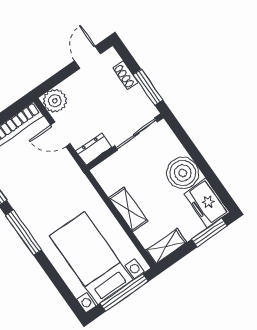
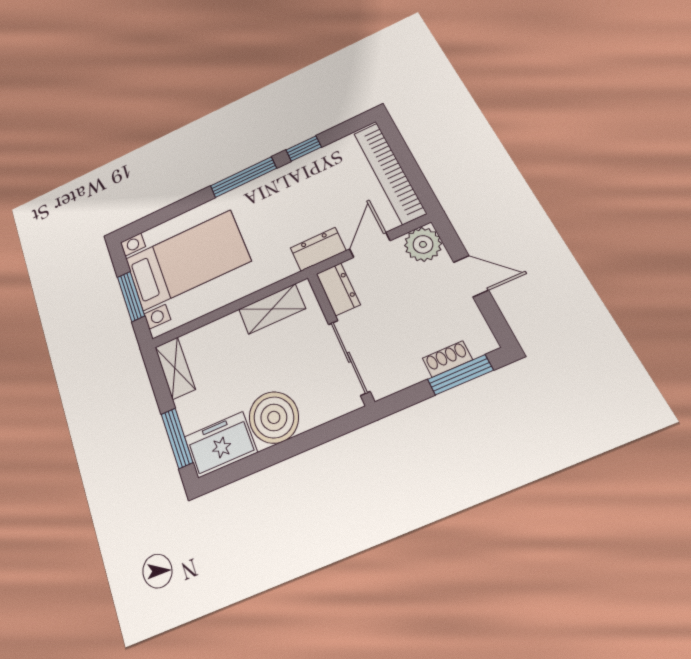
door: (88, 57) -> (471, 276), moved
window: (148, 87) -> (460, 375), moved
dresser: (69, 168) -> (318, 249), added
shelving: (128, 210) -> (272, 309), moved
window: (124, 293) -> (131, 296), width x0.69

